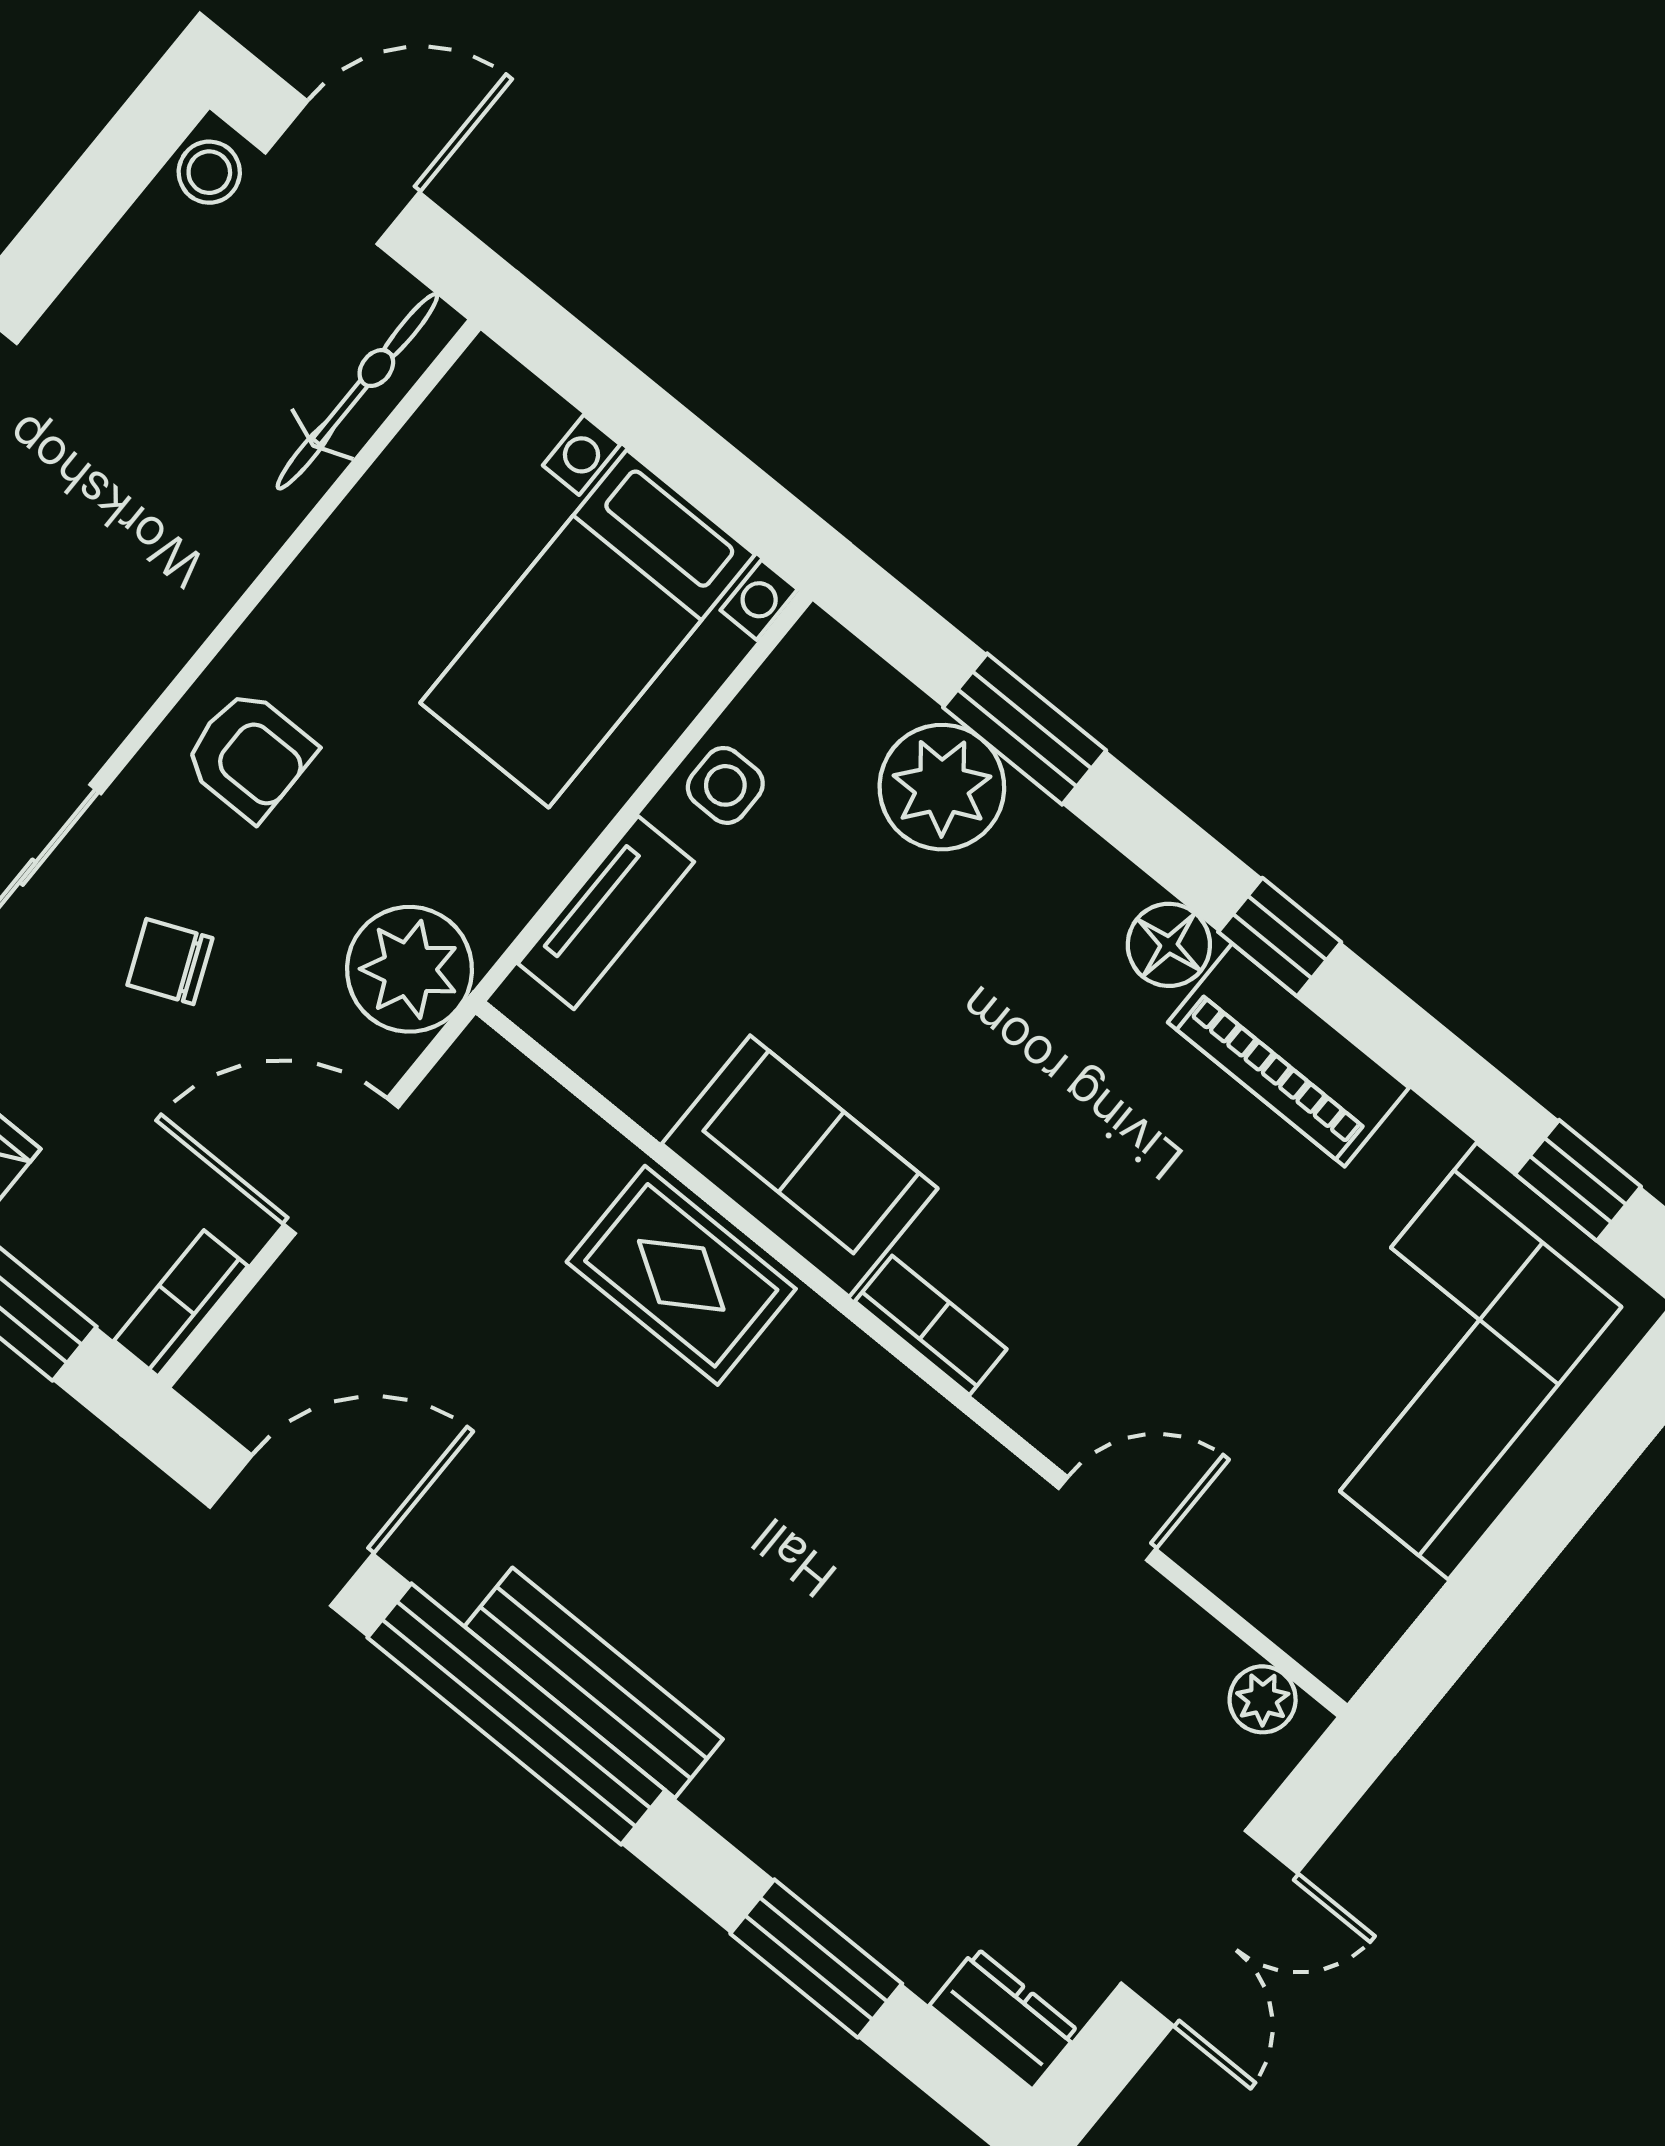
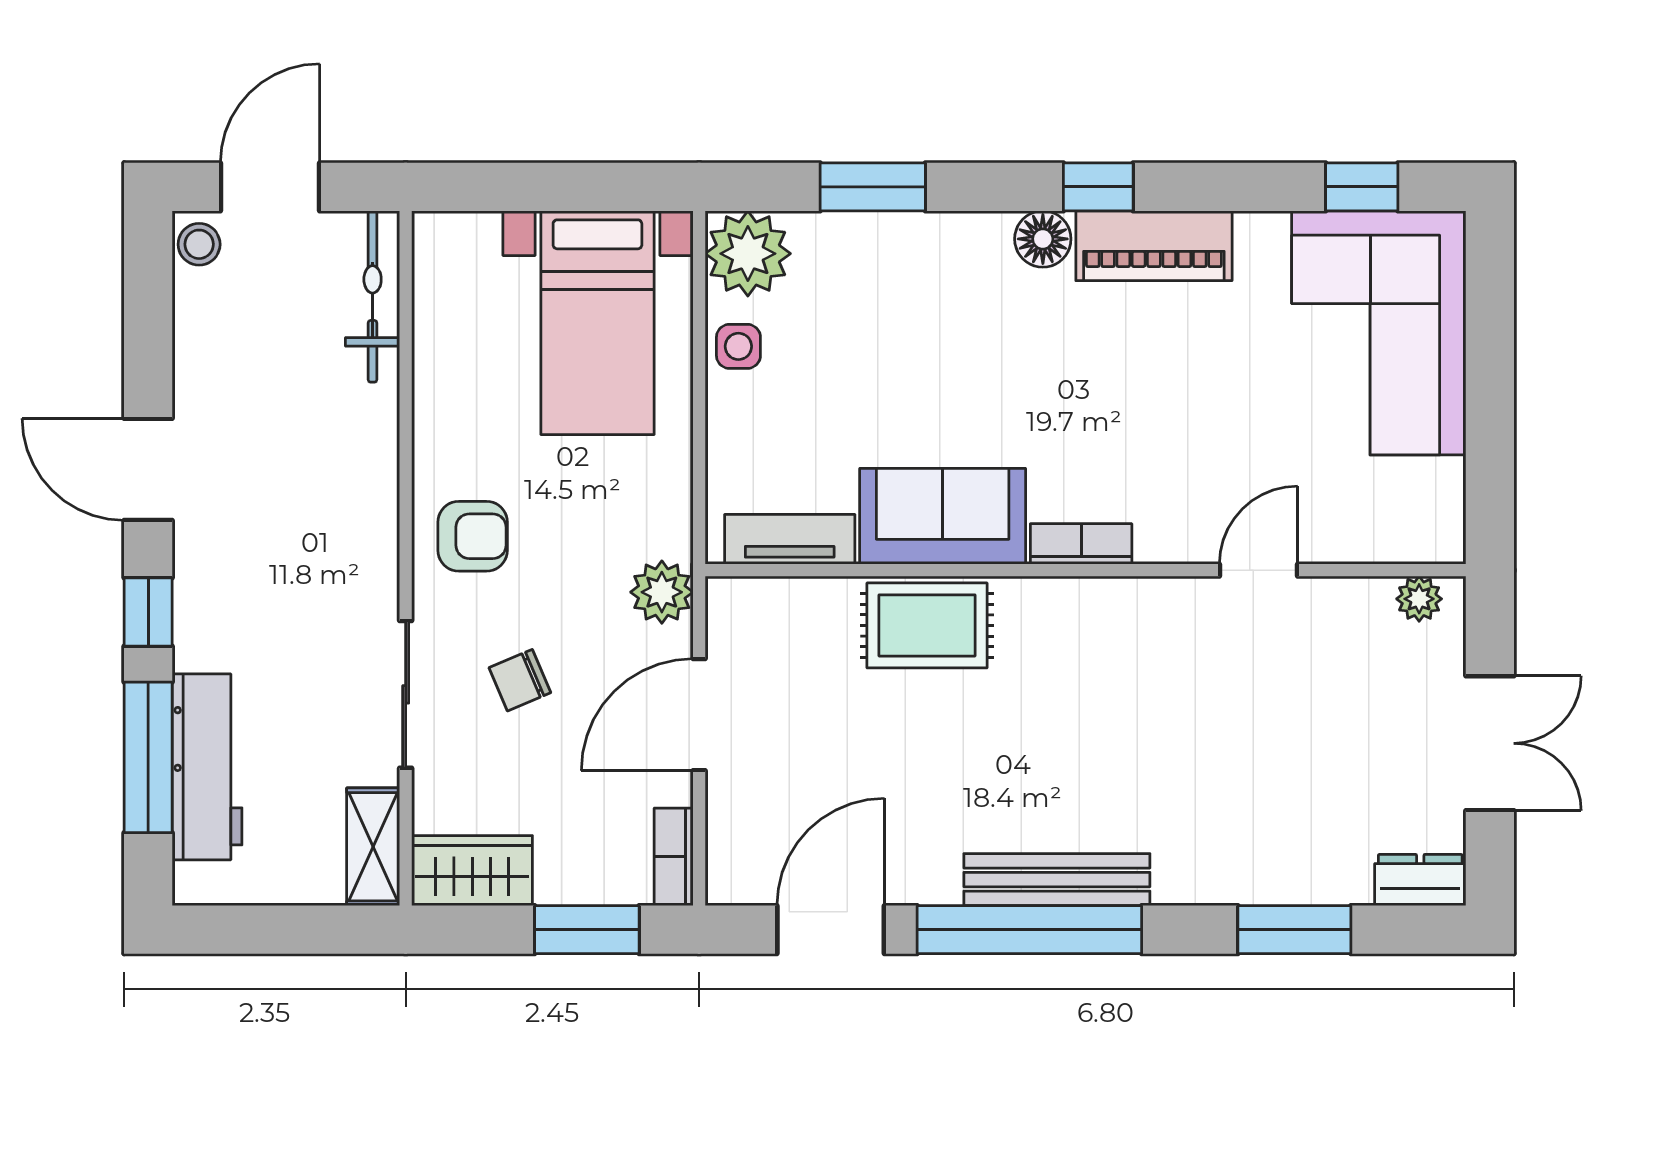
plant: (942, 787) -> (748, 254), moved
tv unit: (606, 913) -> (790, 539), moved, turned -90
plant: (409, 969) -> (662, 592), width x0.73, depth x0.73

